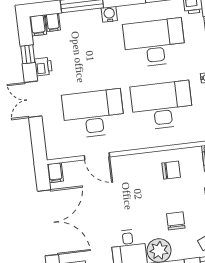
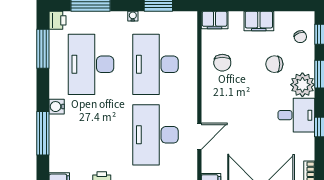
filing cabinet: (53, 22) -> (58, 165), removed
chair: (171, 170) -> (222, 63), turned 180

